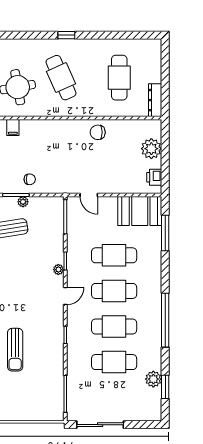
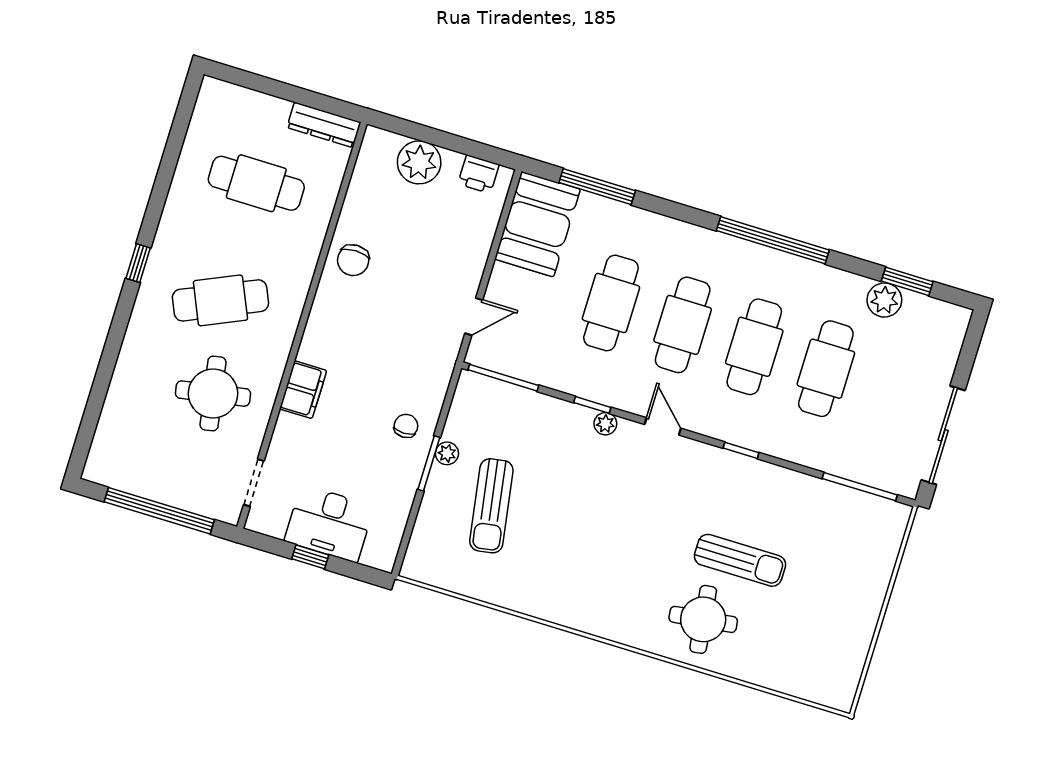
filing cabinet: (13, 128) -> (303, 390), moved, width x2.00

